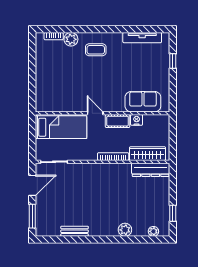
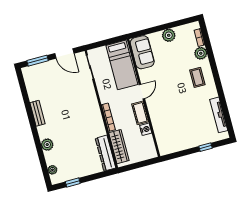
plant: (43, 69) -> (169, 35), added
sofa: (143, 102) -> (142, 52), moved
bench: (75, 231) -> (38, 113), moved

